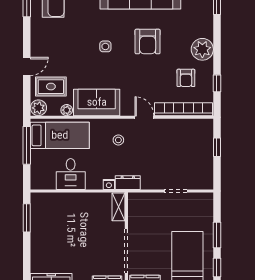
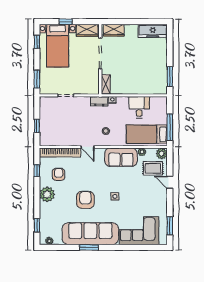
door: (27, 66) -> (170, 182), hinge flipped
window: (217, 235) -> (37, 79), moved

